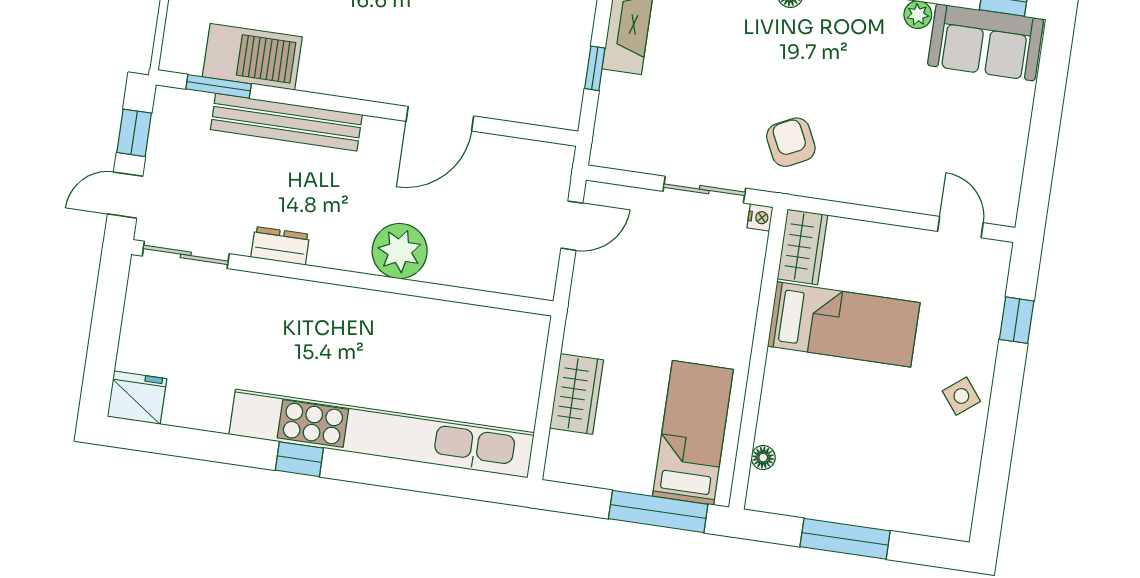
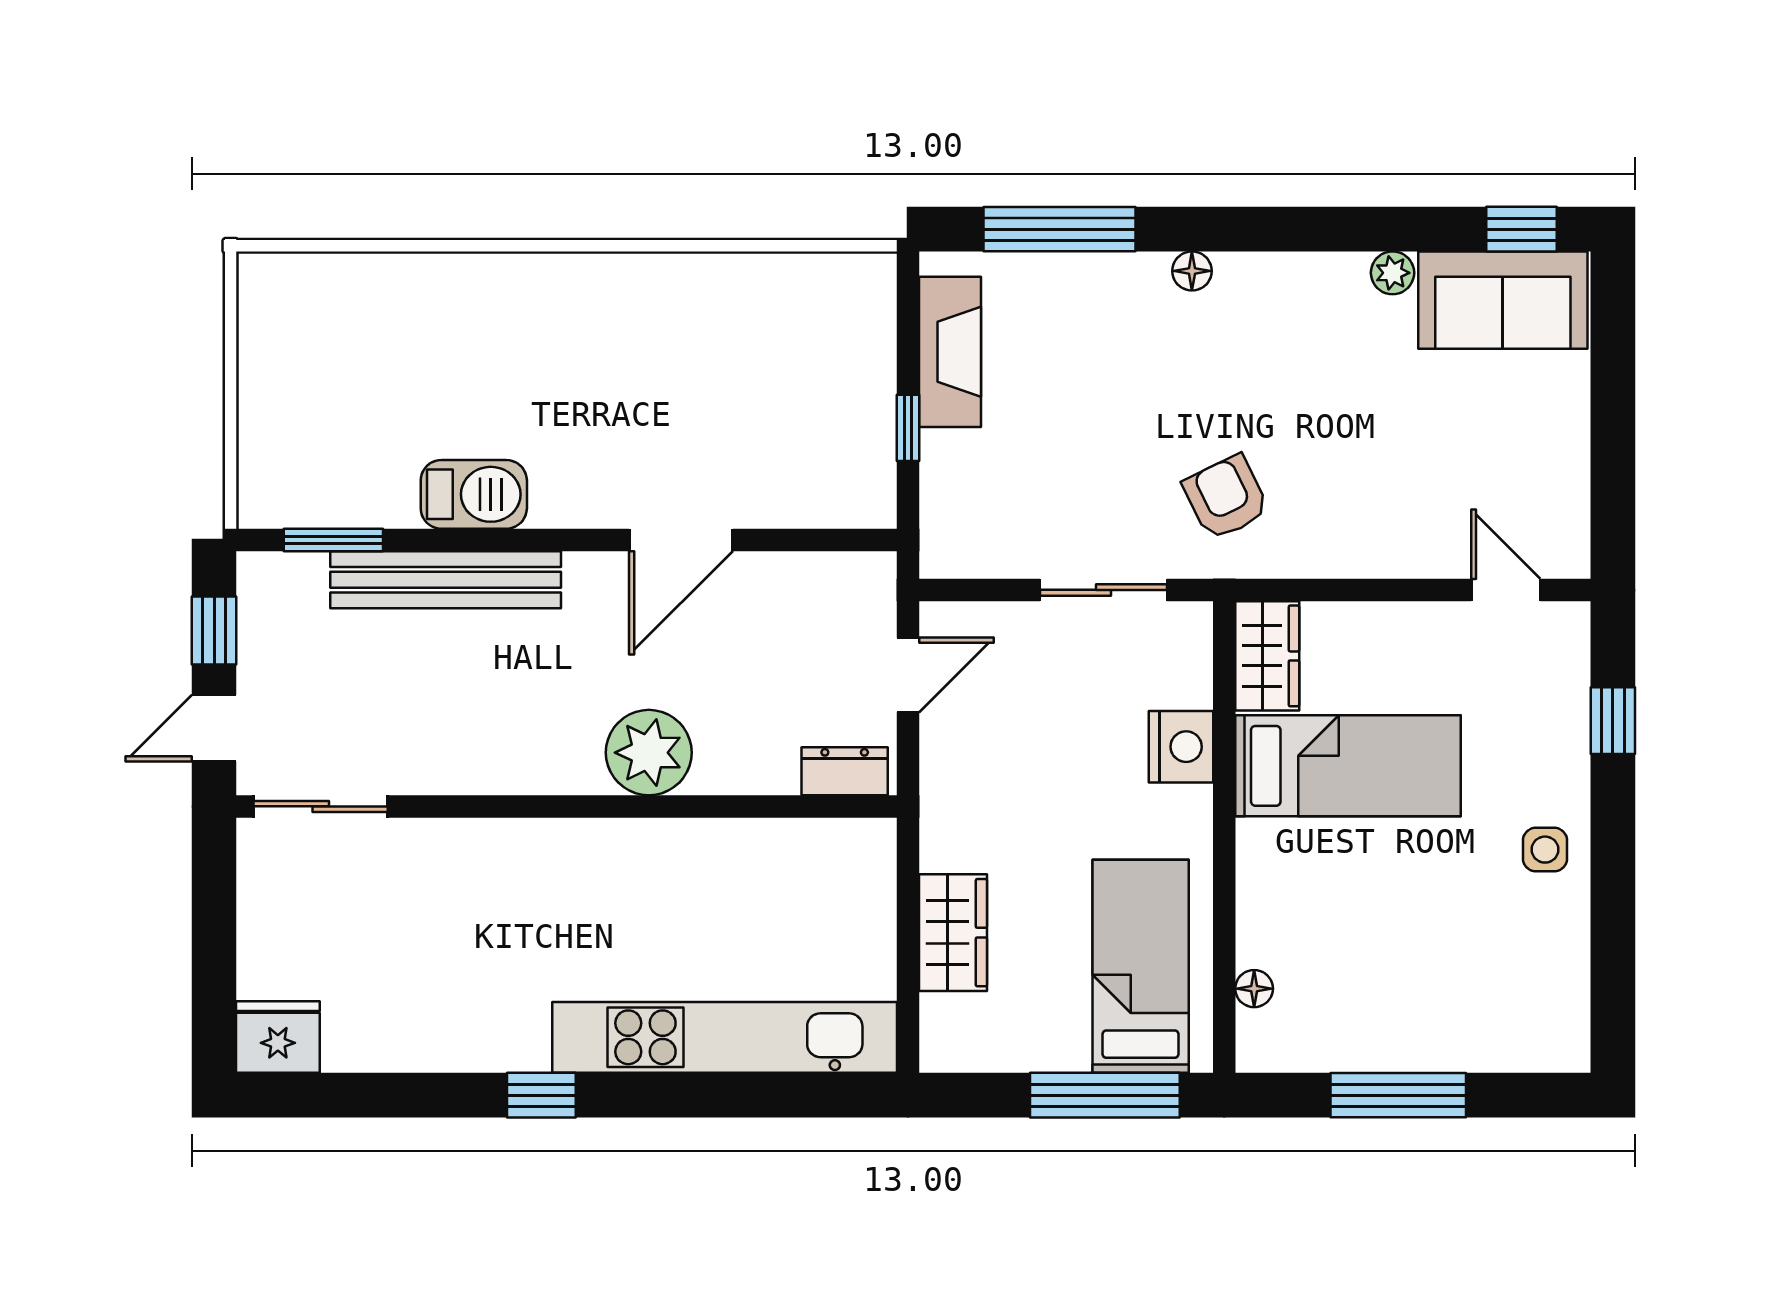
barbecue: (252, 57) -> (474, 494), moved, width x0.73, depth x0.83
nightstand: (760, 217) -> (1181, 747), moved, width x1.89, depth x1.79
dresser: (280, 246) -> (845, 771), moved
side table: (961, 396) -> (1545, 850), turned 38
kitchen unit: (382, 434) -> (725, 1037), width x0.73

